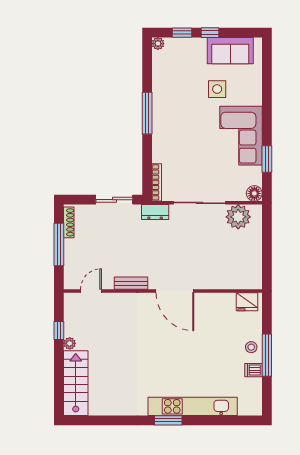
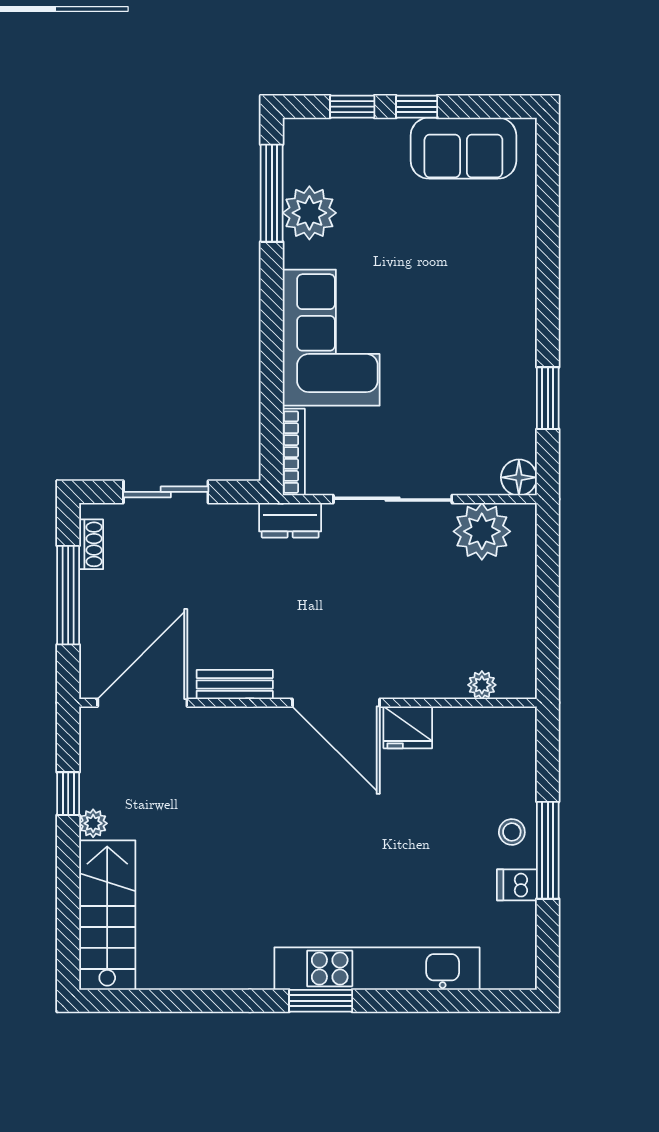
plant: (158, 44) -> (309, 213), moved, width x1.88, depth x1.88
side table: (217, 89) -> (433, 237), removed
window: (147, 113) -> (272, 193), moved
corner sofa: (241, 136) -> (331, 338), moved, turned 180
sliding door: (114, 200) -> (166, 492), moved
shoe rack: (69, 222) -> (91, 544), width x0.70
plant: (238, 283) -> (482, 685), added
door: (91, 291) -> (142, 703), width x1.87
fridge: (247, 302) -> (408, 727), moved

